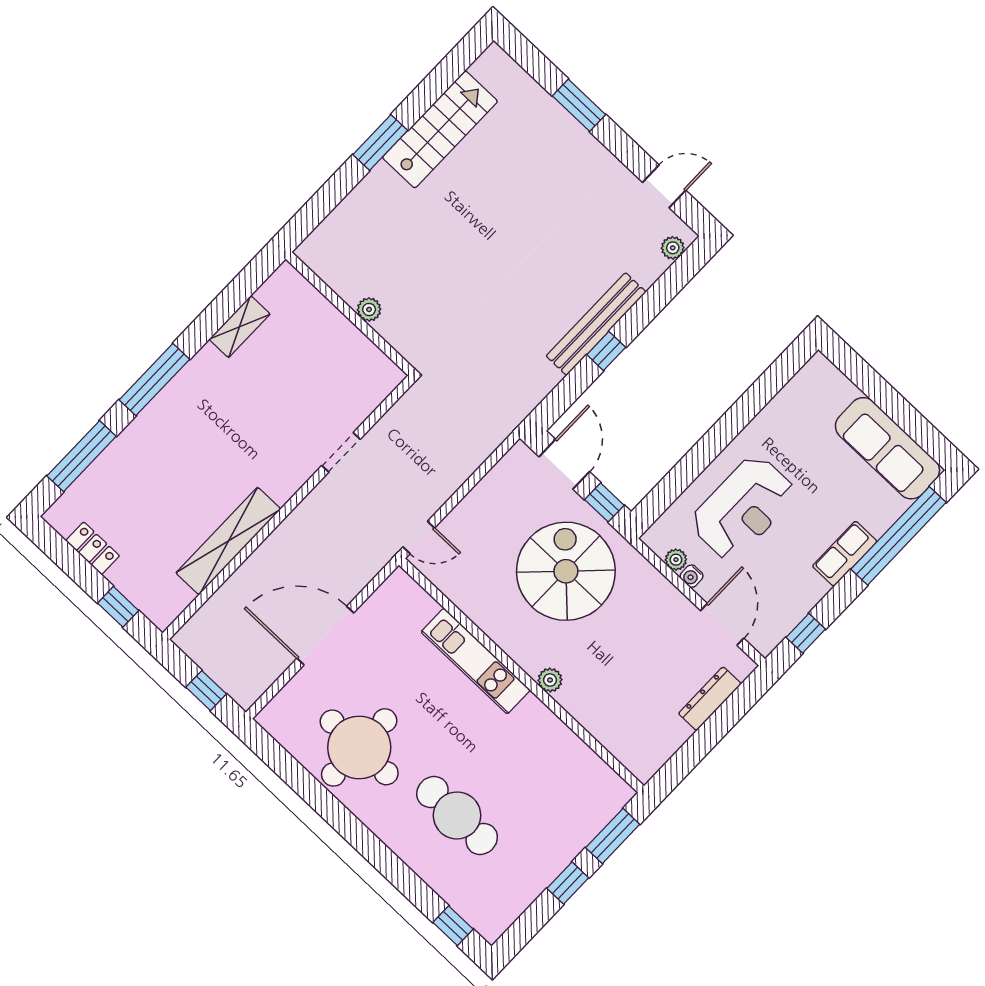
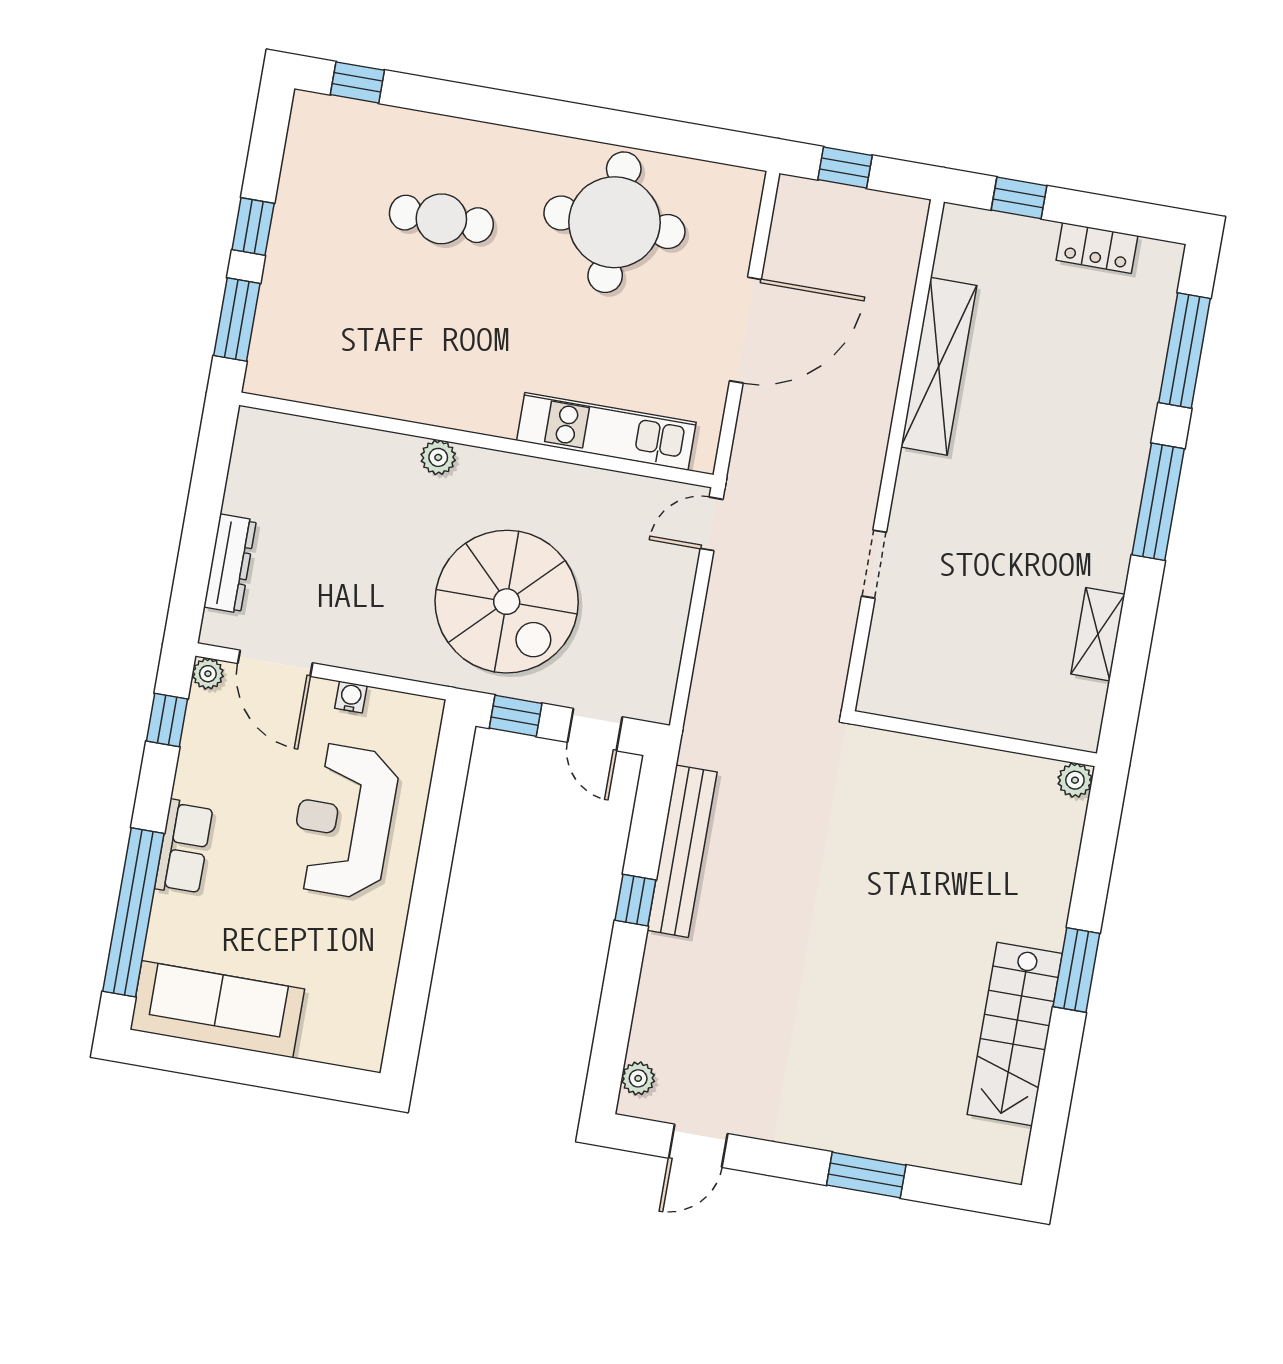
plant: (369, 309) -> (1075, 780), moved
bench: (596, 324) -> (682, 851), moved
door: (564, 464) -> (595, 730), width x0.73
plant: (676, 560) -> (208, 674), moved
kitchen unit: (476, 661) -> (606, 431), moved
cafe table: (457, 815) -> (441, 219), width x0.73, depth x0.74

